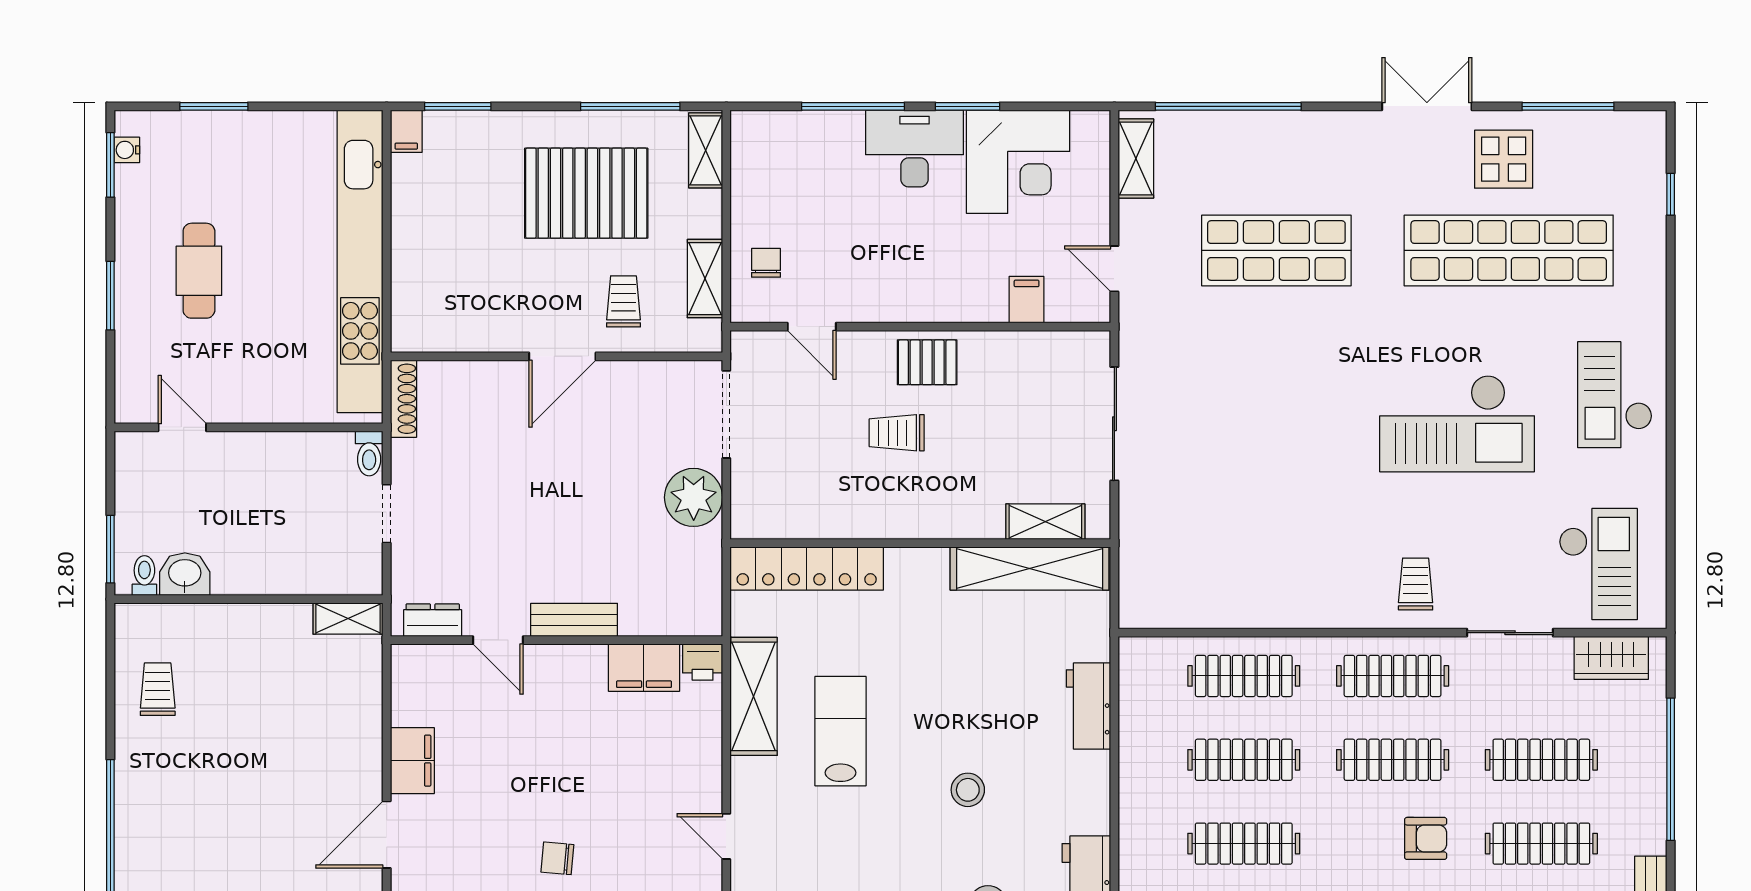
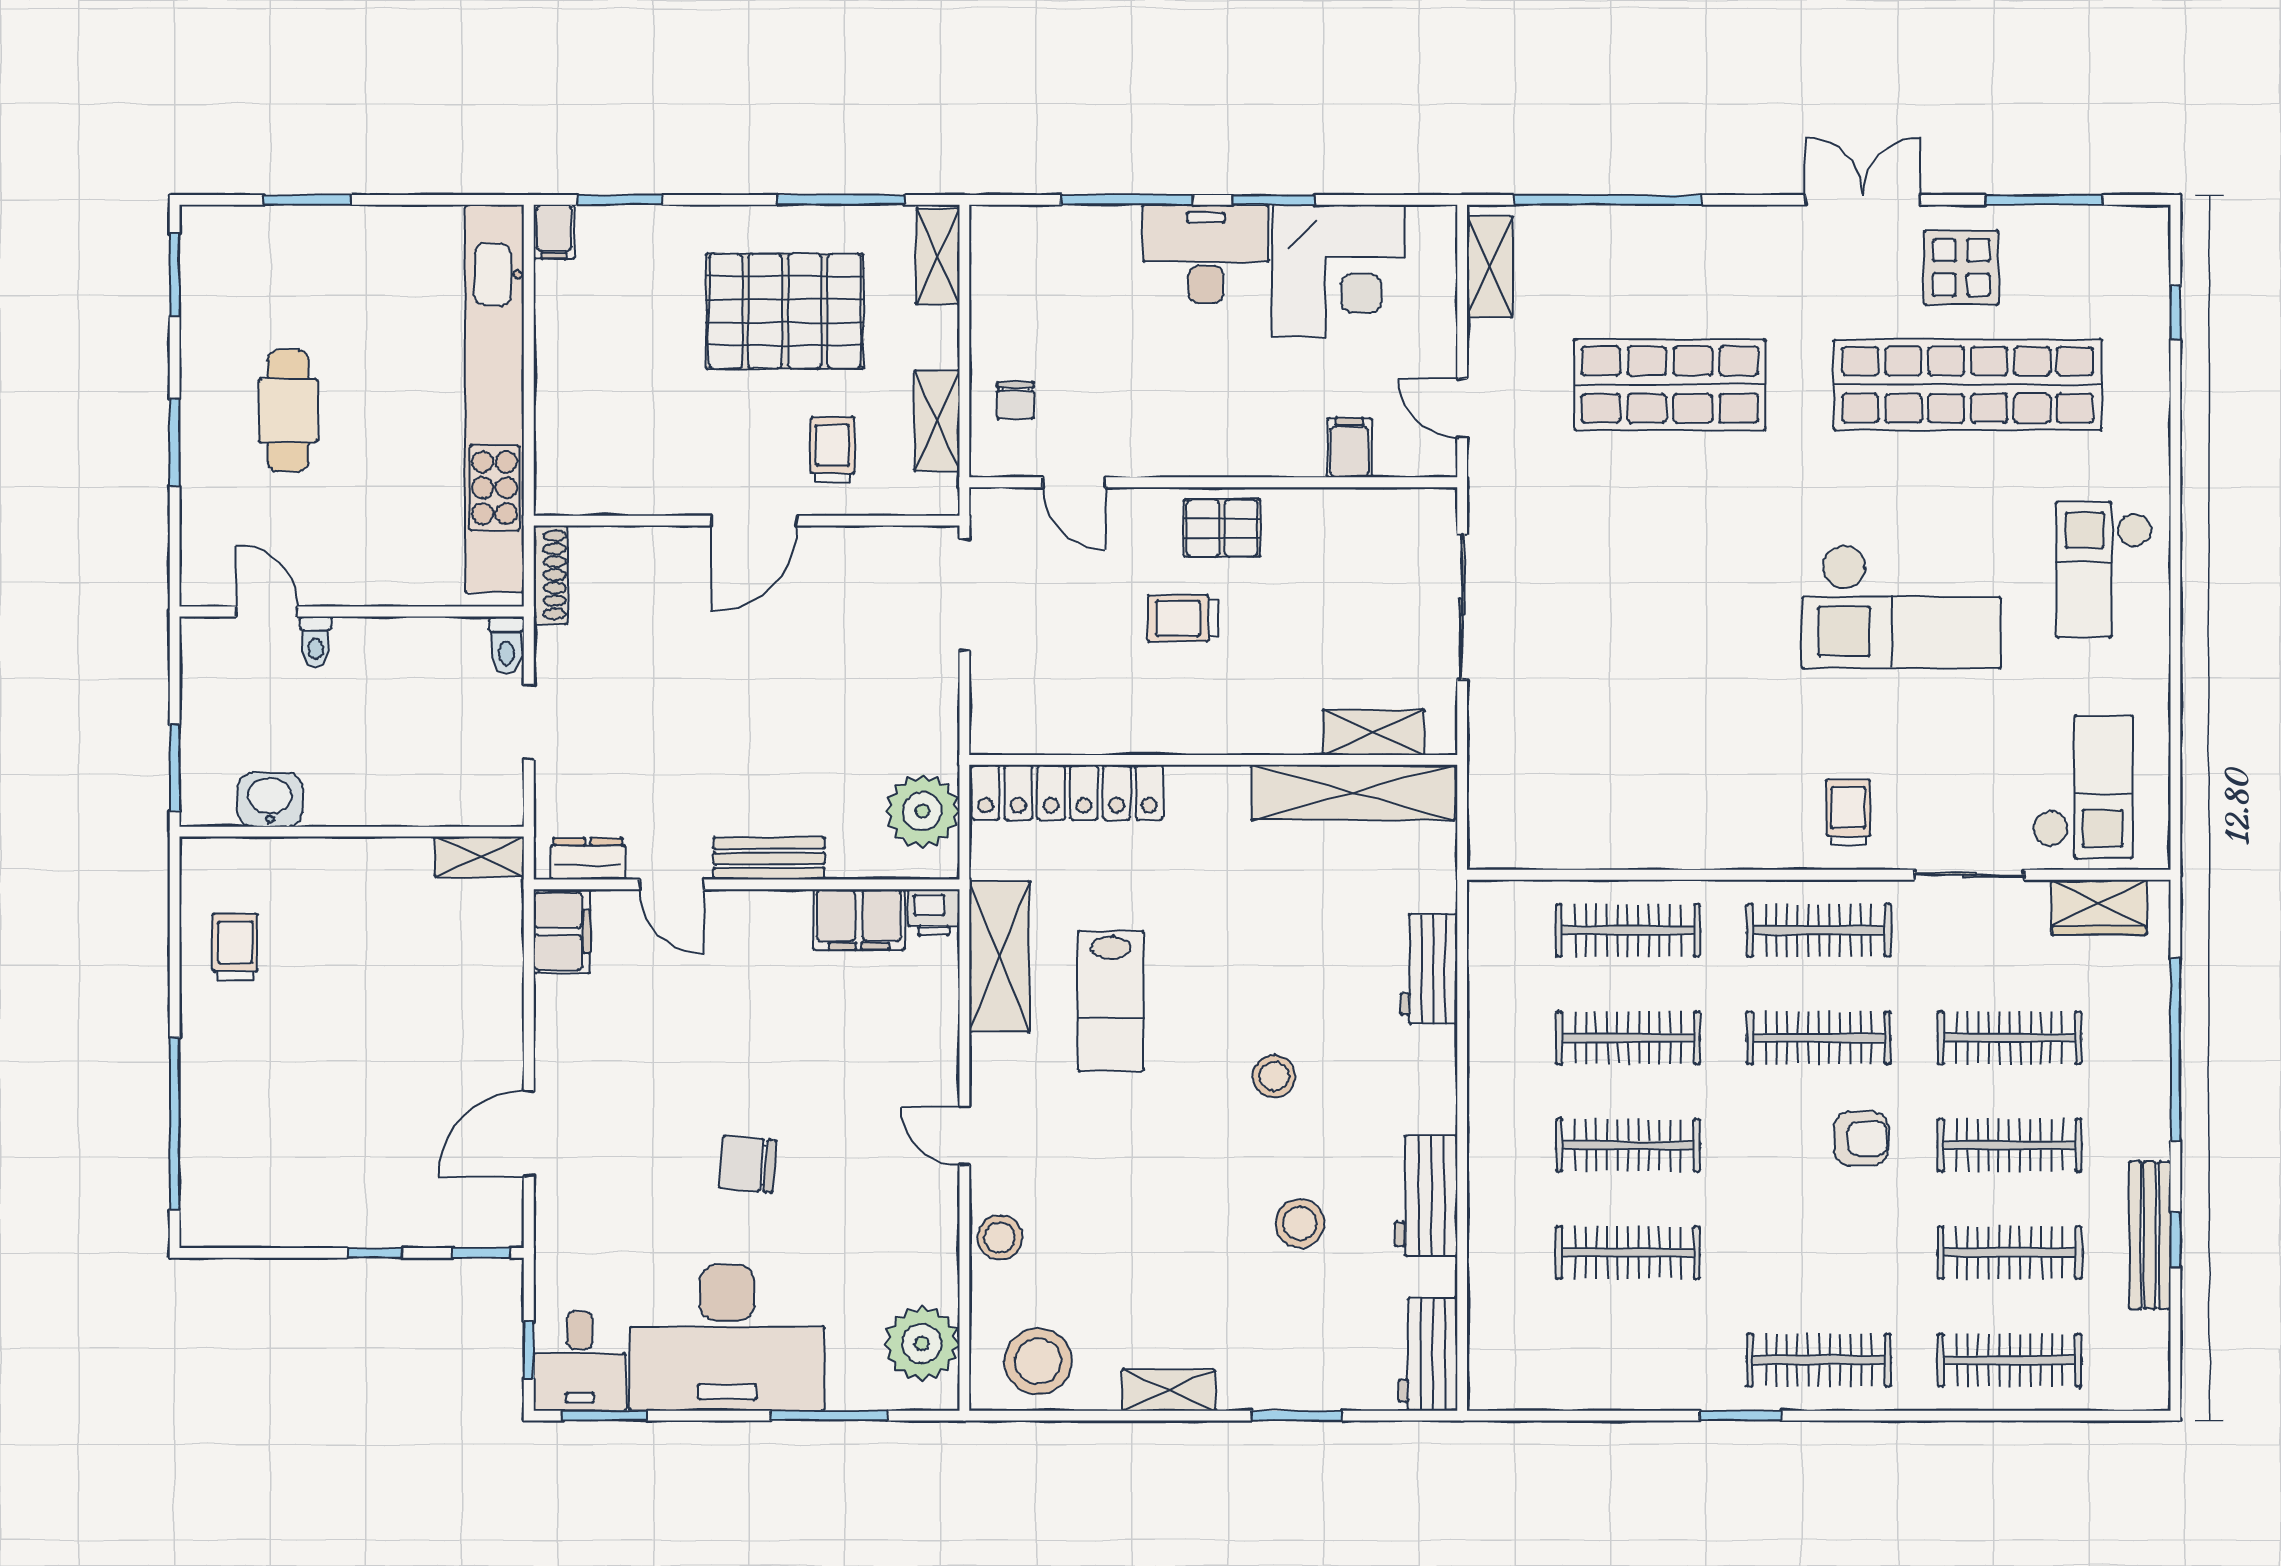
water cooler: (127, 150) -> (196, 256), removed
chair: (766, 263) -> (1015, 400), turned 180
plant: (694, 497) -> (922, 811), moved
toilet: (144, 575) -> (316, 642), moved, turned 180
lab bench: (840, 731) -> (1111, 1001), turned 180
filing cabinet: (412, 761) -> (562, 931), moved
chair: (557, 858) -> (748, 1164), width x1.37, depth x1.37

